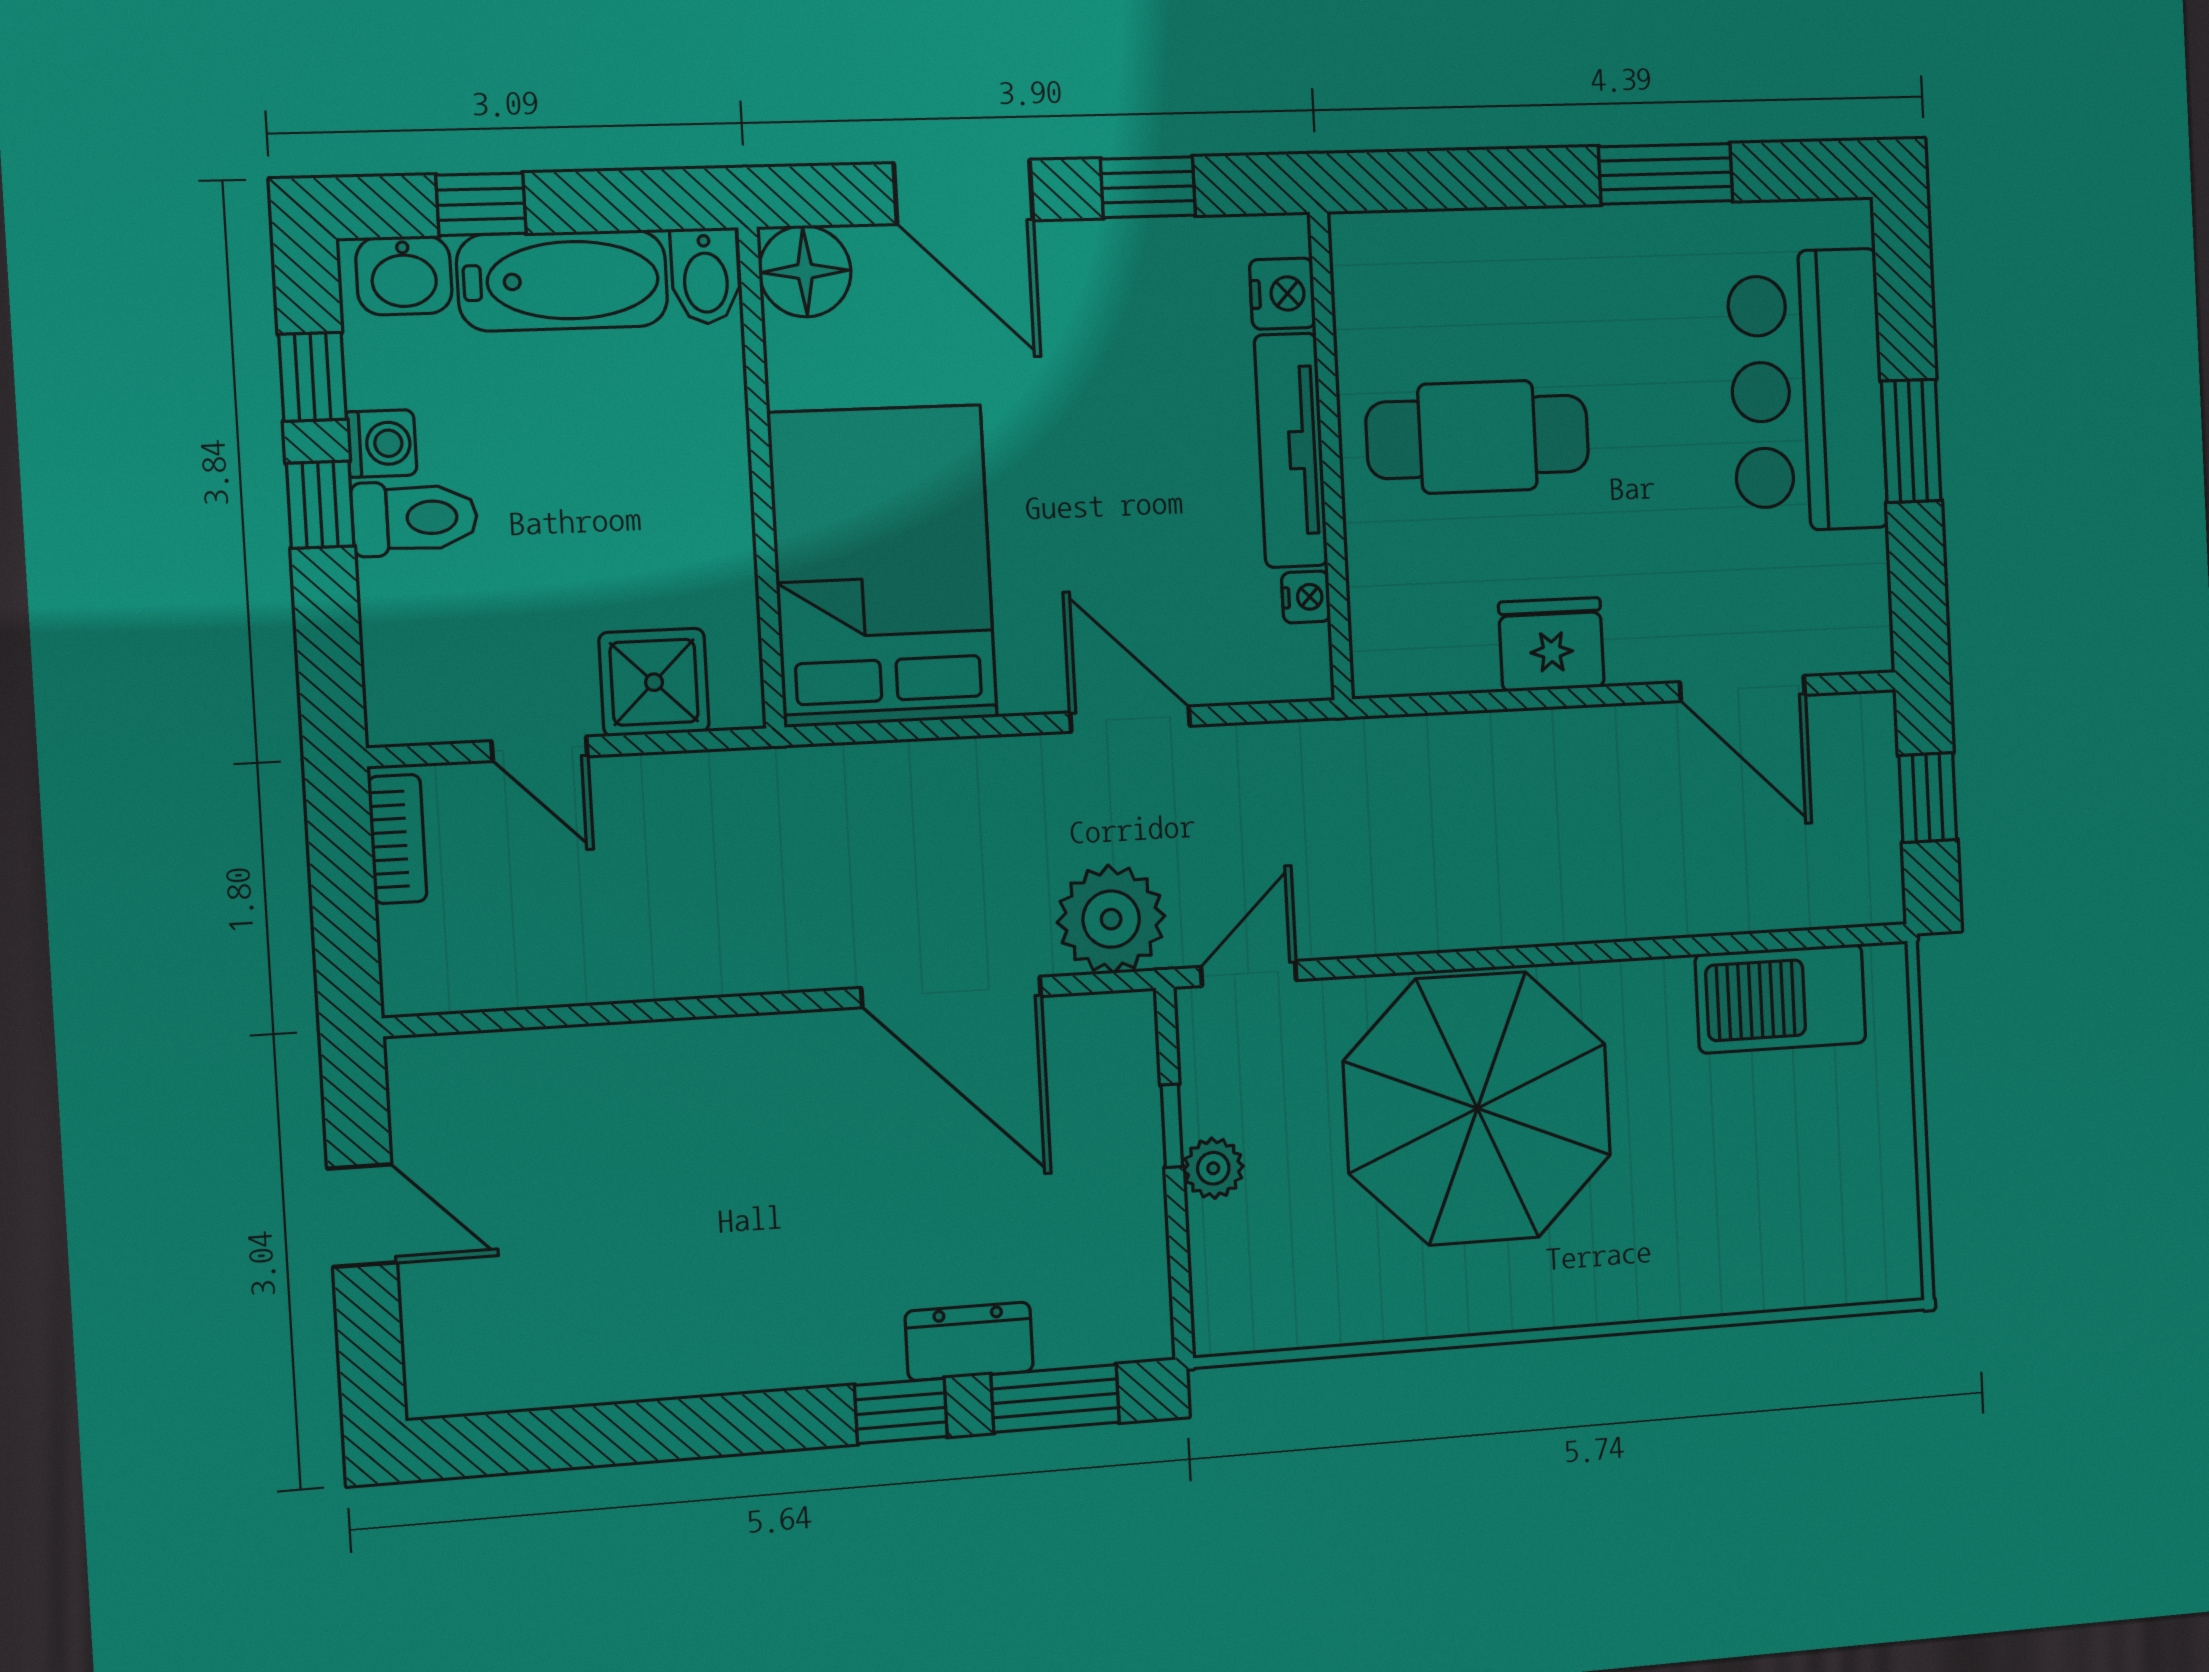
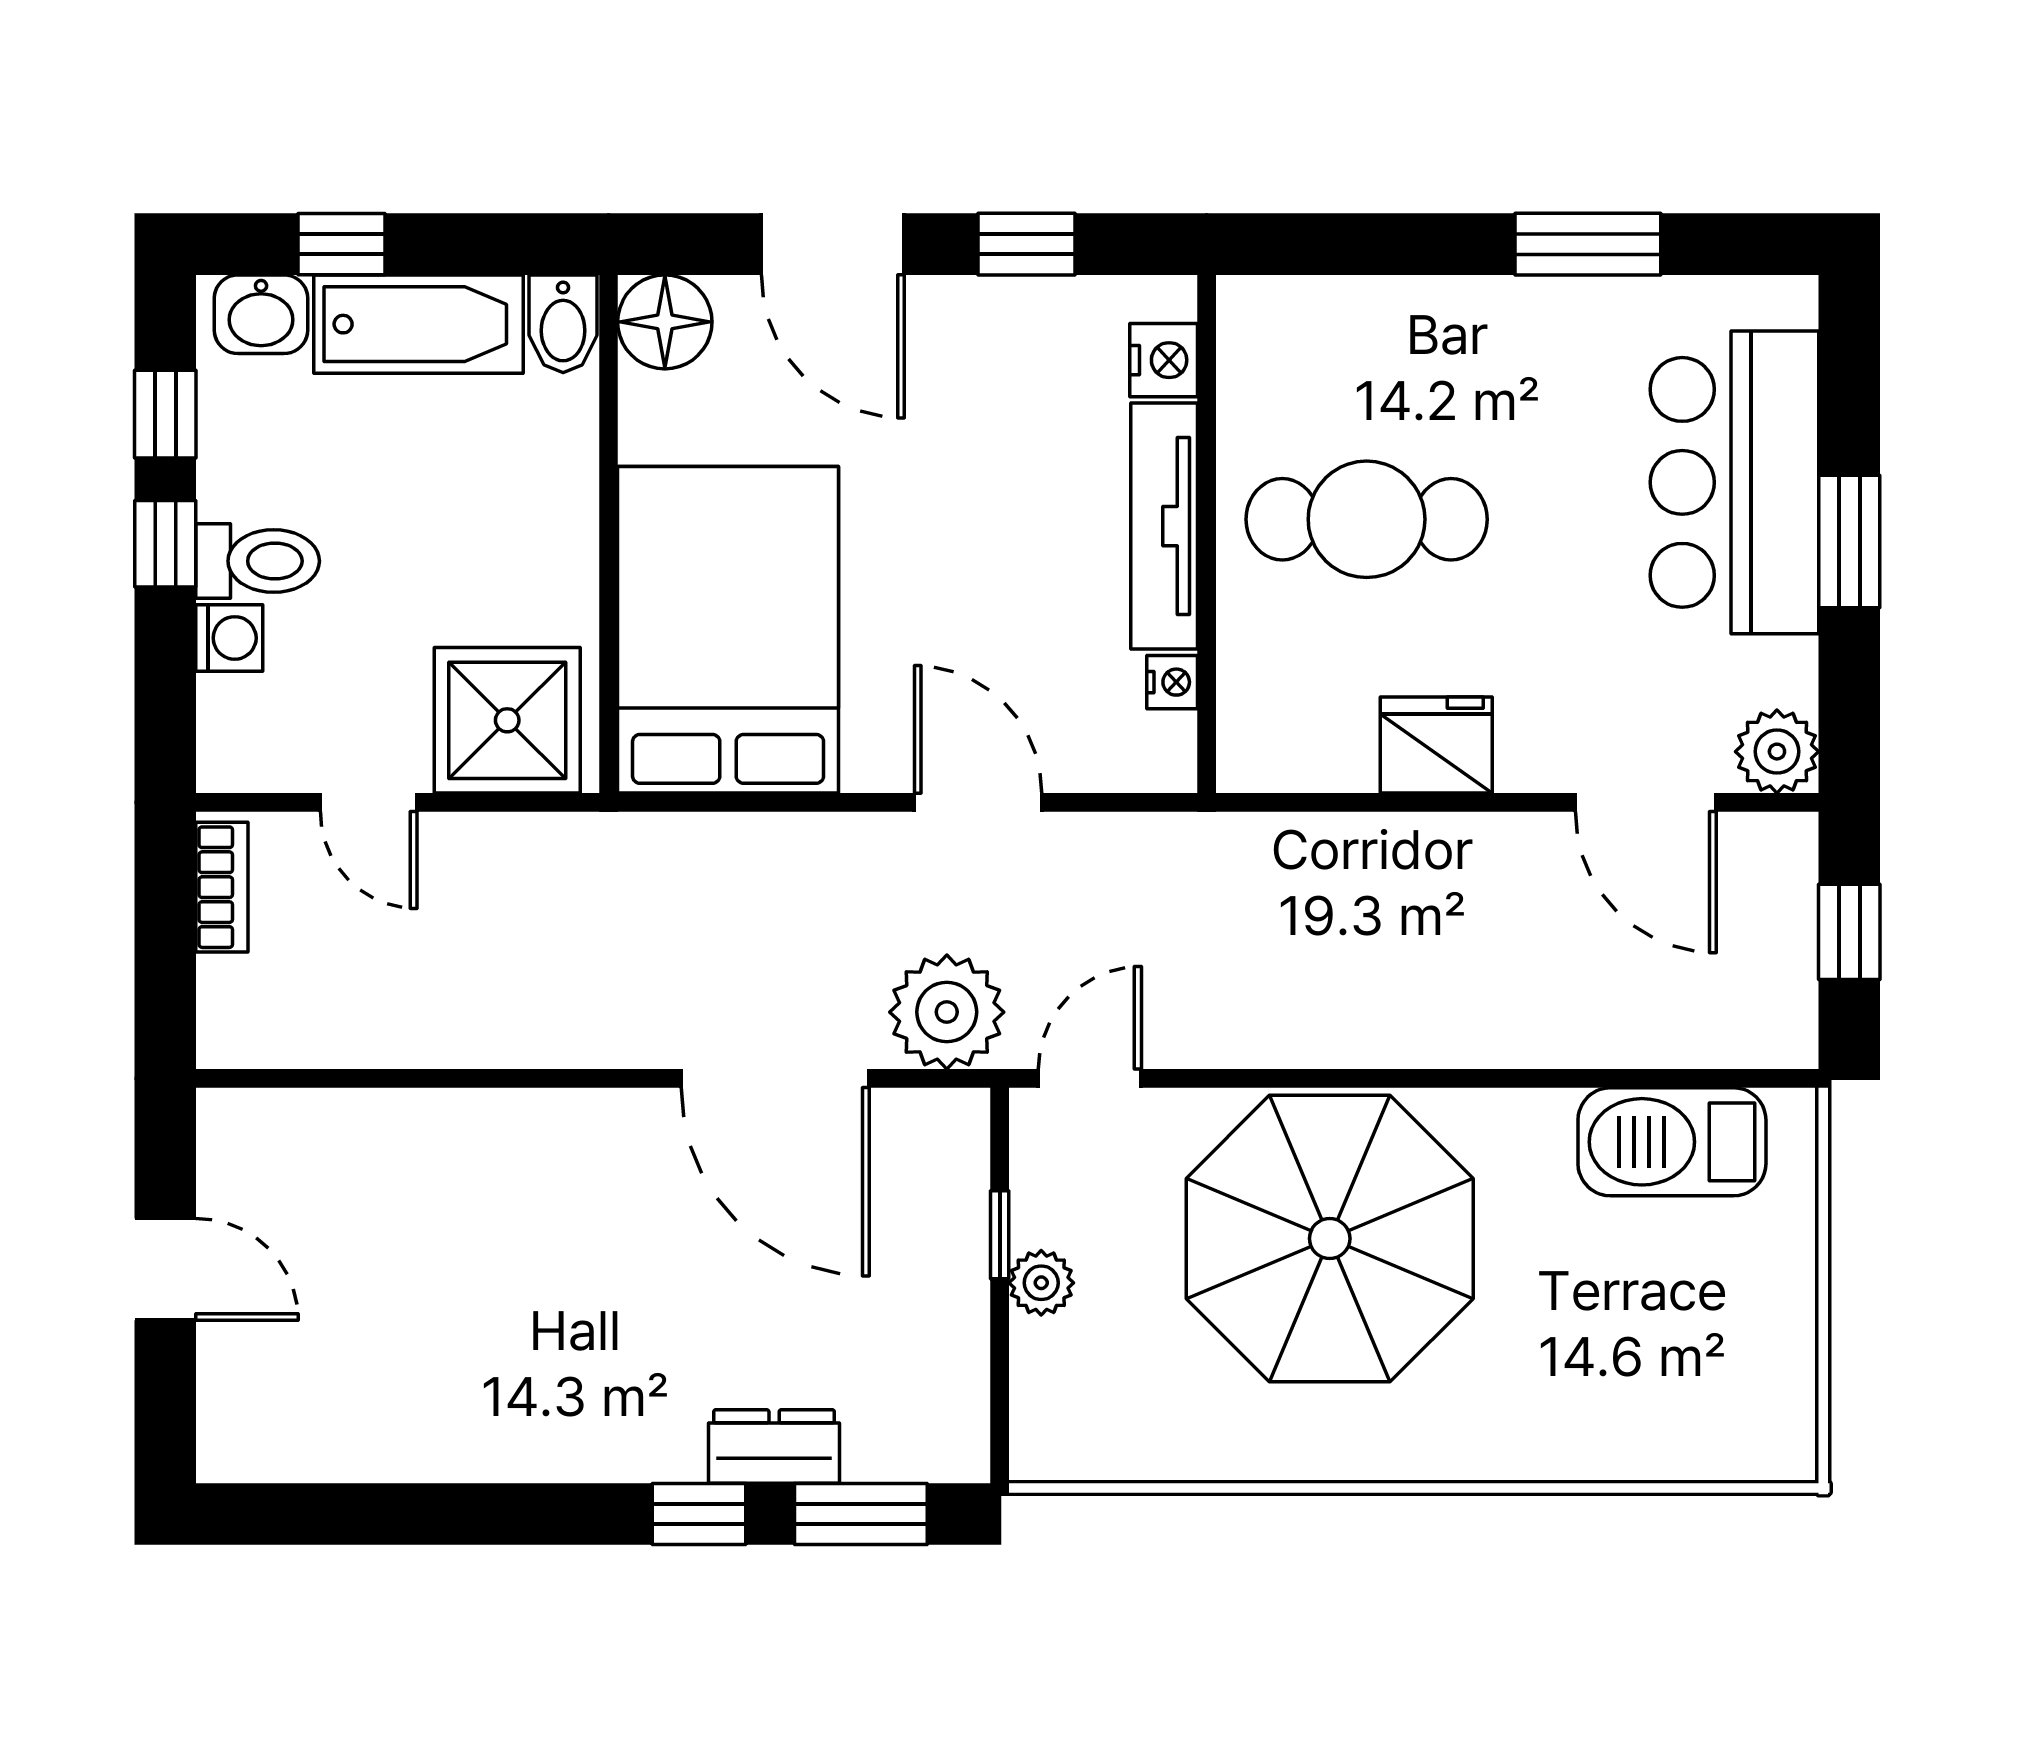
washing machine: (382, 444) -> (229, 638), moved
plant: (1857, 636) -> (1777, 752), added
shower: (654, 682) -> (507, 720), width x1.36, depth x1.36

